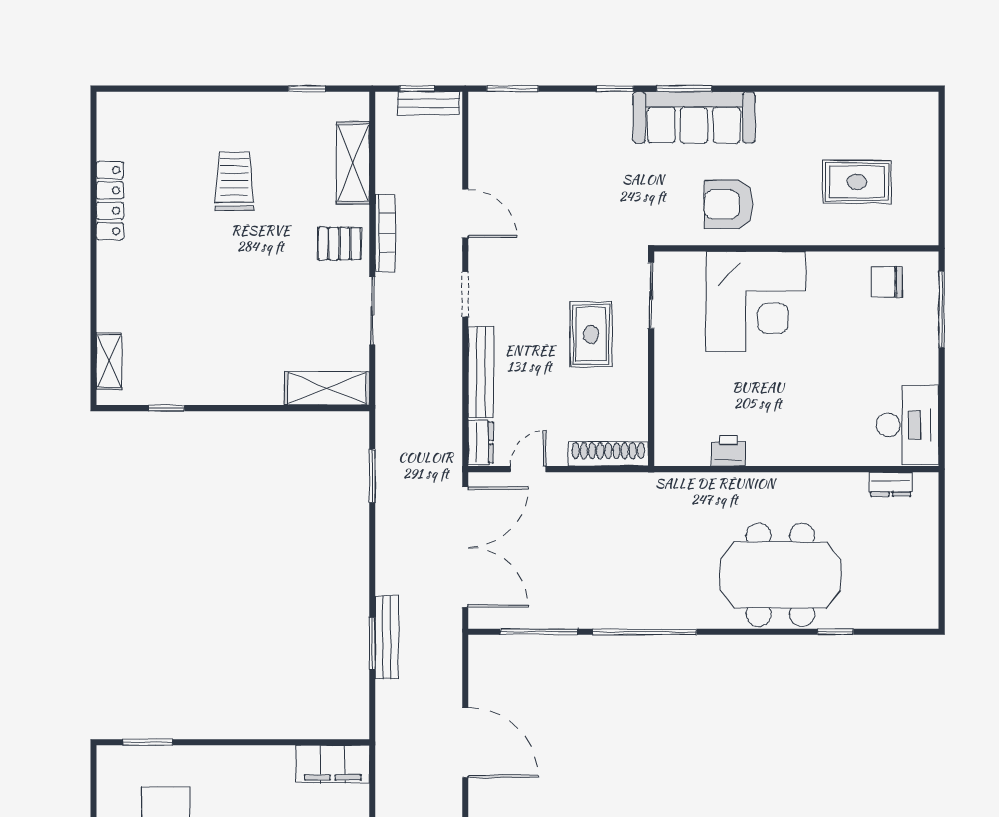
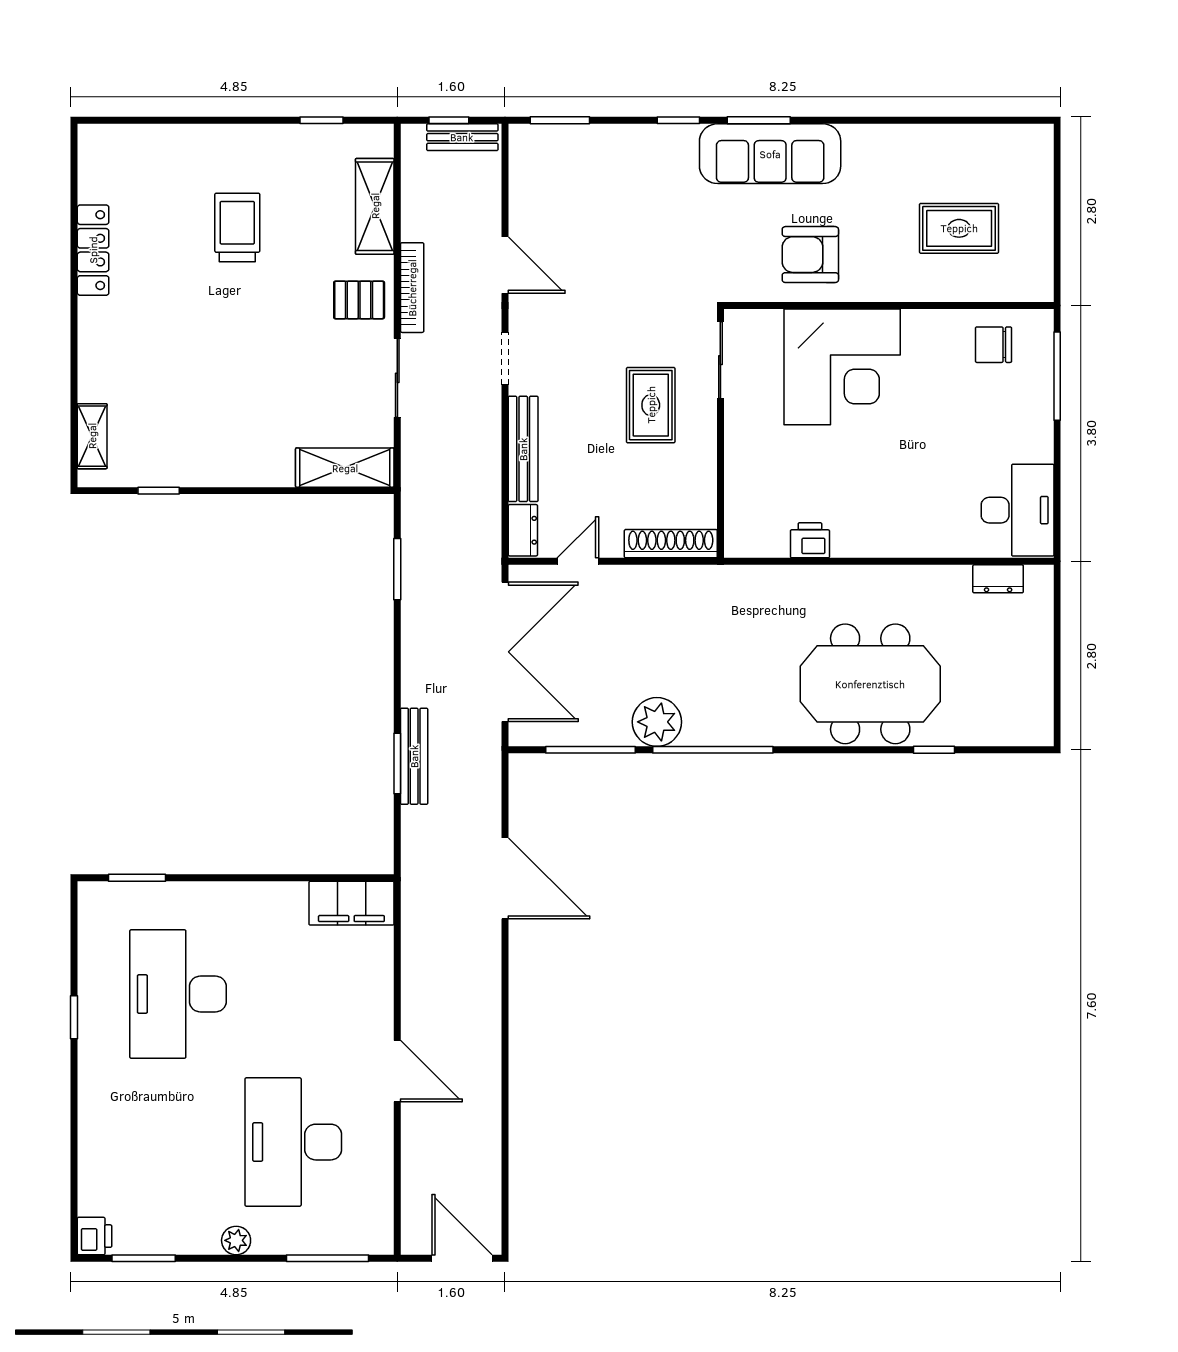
plant: (596, 608) -> (657, 722), added

